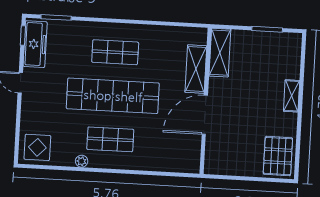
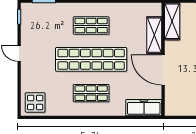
freezer: (35, 44) -> (144, 108), moved, turned -90
door: (205, 115) -> (163, 70), hinge flipped
plant: (82, 161) -> (70, 111), removed

